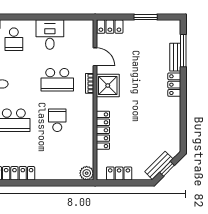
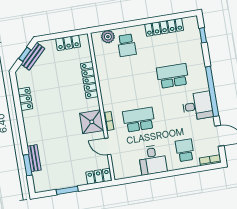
window: (183, 51) -> (28, 165), width x0.69
locker: (174, 85) -> (25, 99), moved
school desk: (57, 120) -> (127, 45), moved
plant: (87, 173) -> (108, 37), moved

